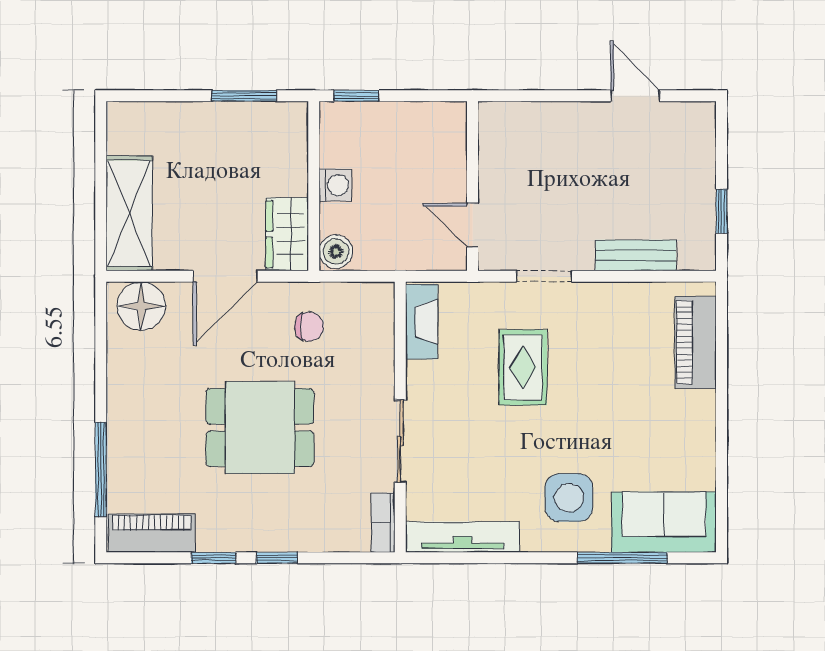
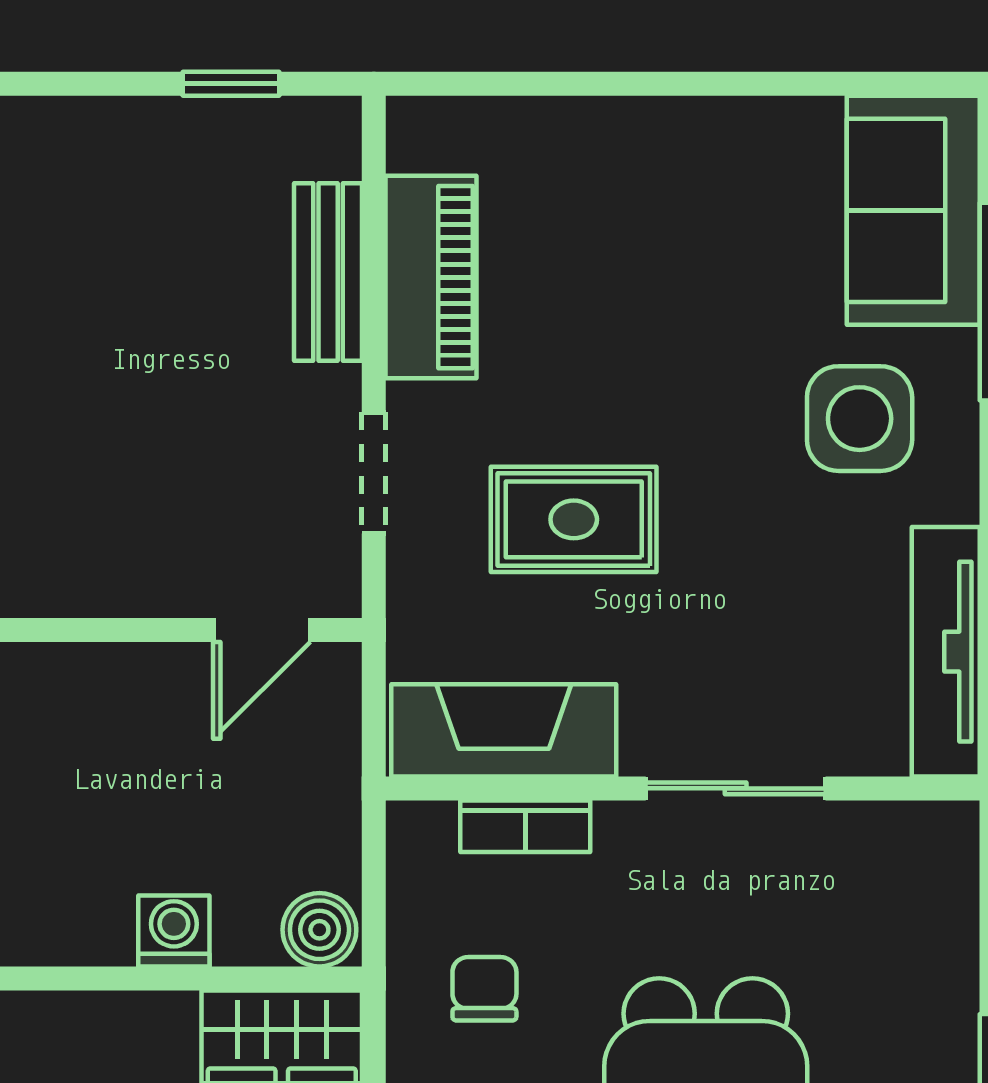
fireplace: (422, 322) -> (504, 730), width x1.37, depth x1.32
piano: (695, 342) -> (431, 277), moved, turned -90
bookcase: (383, 523) -> (525, 826), moved

